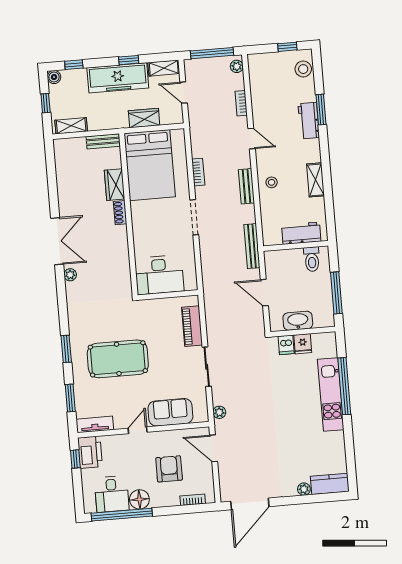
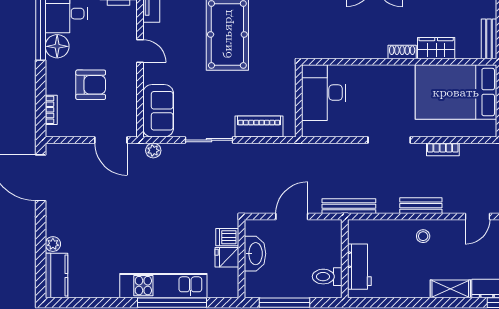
shelving: (315, 180) -> (450, 289), moved
sofa: (170, 412) -> (158, 111), moved
door: (214, 448) -> (111, 140), swing flipped

